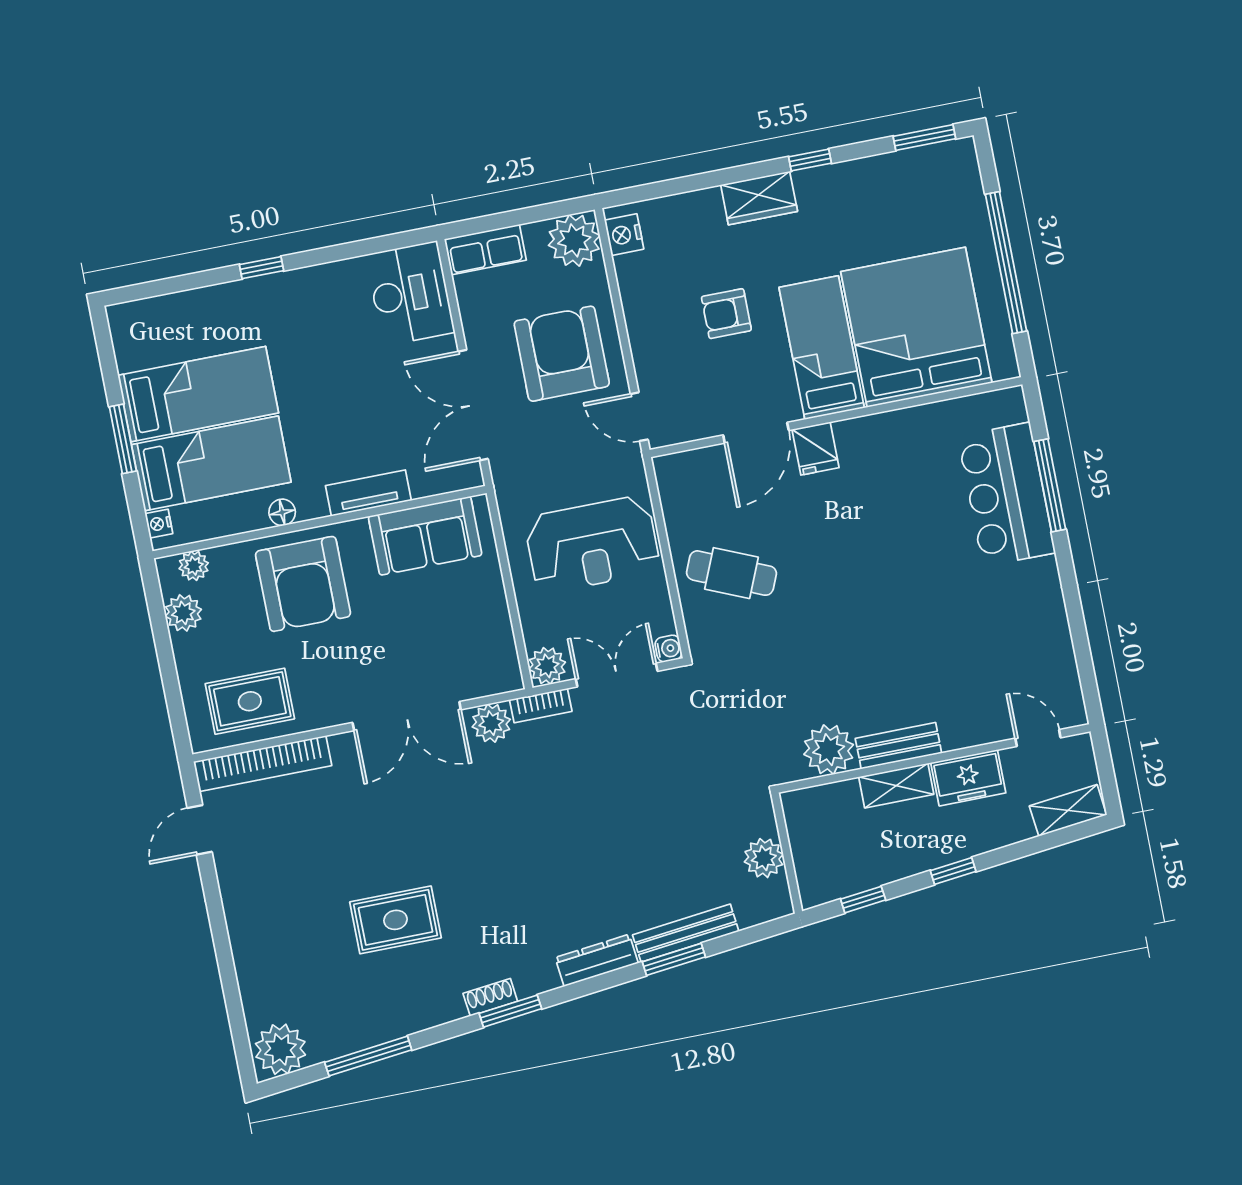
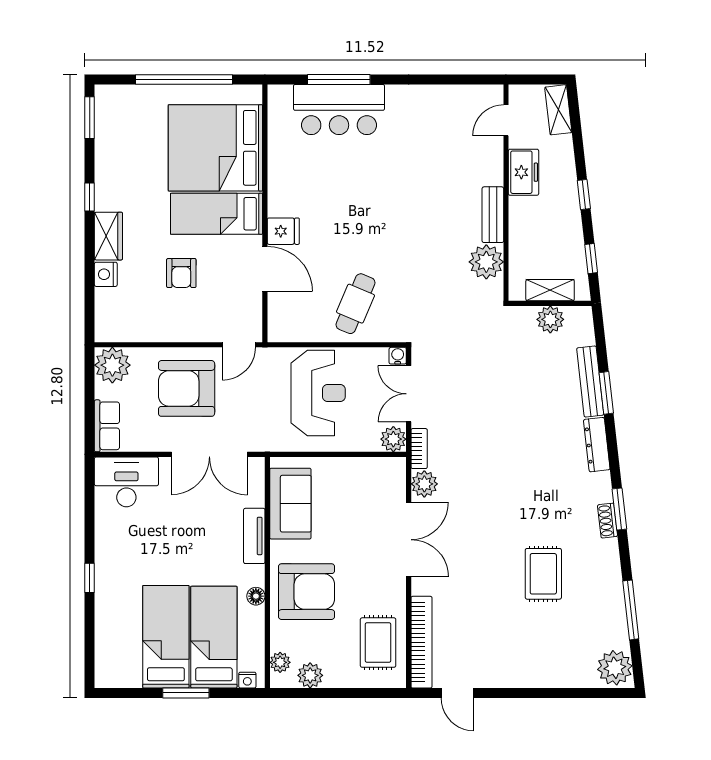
nightstand: (624, 235) -> (106, 274), moved, turned 90
shelving: (896, 786) -> (550, 290), moved, turned 90

